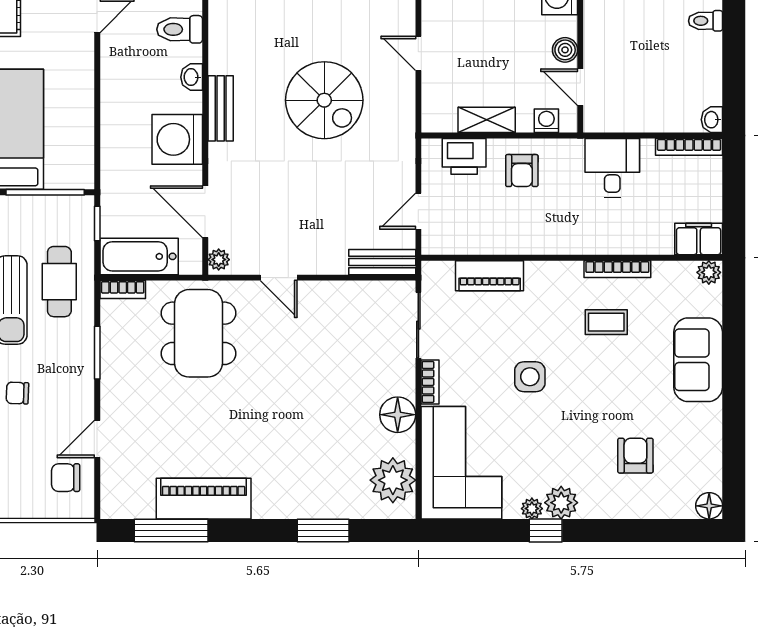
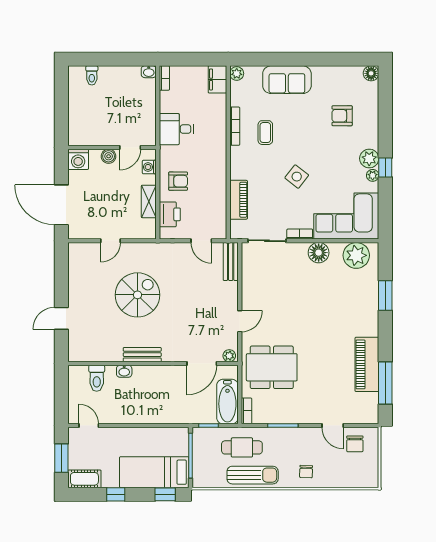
washing machine: (177, 139) -> (160, 380), removed
bookcase: (689, 147) -> (164, 78), width x0.64
side table: (530, 377) -> (297, 177), turned 38

